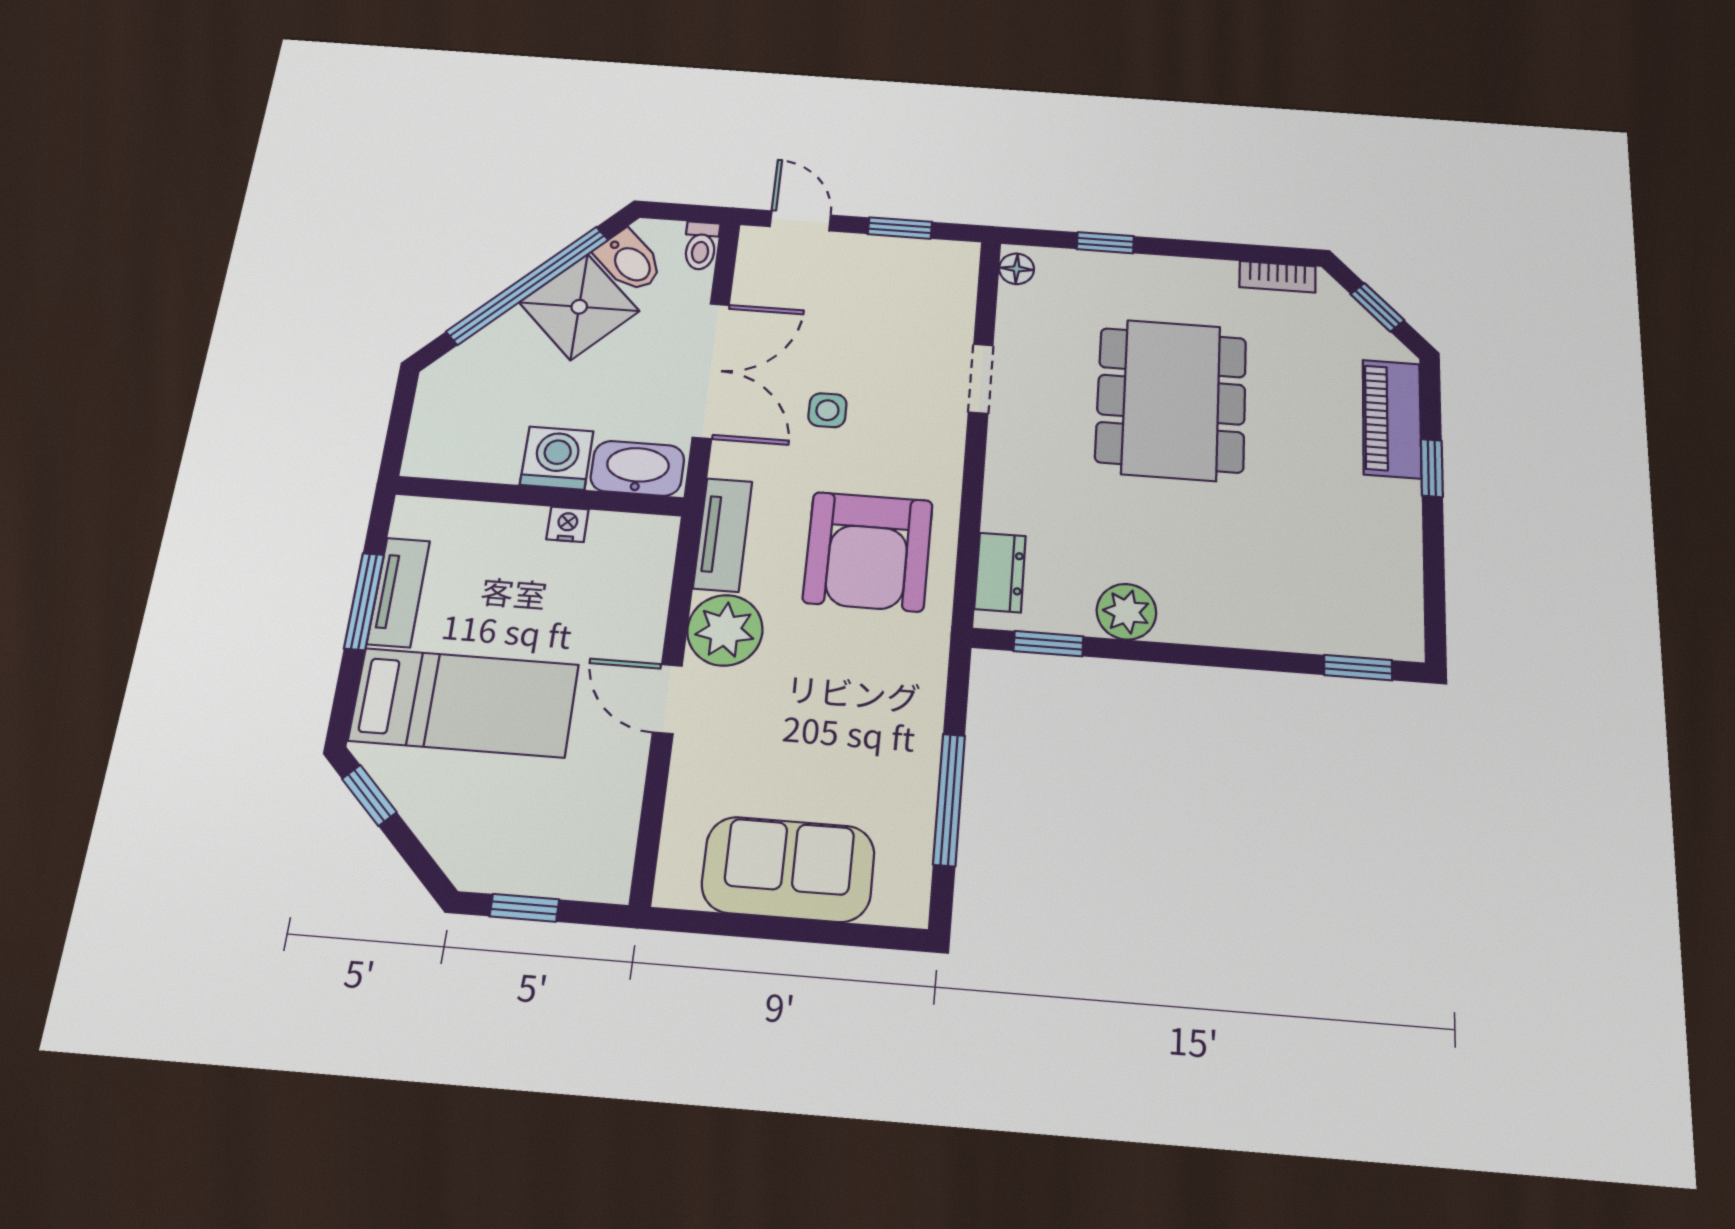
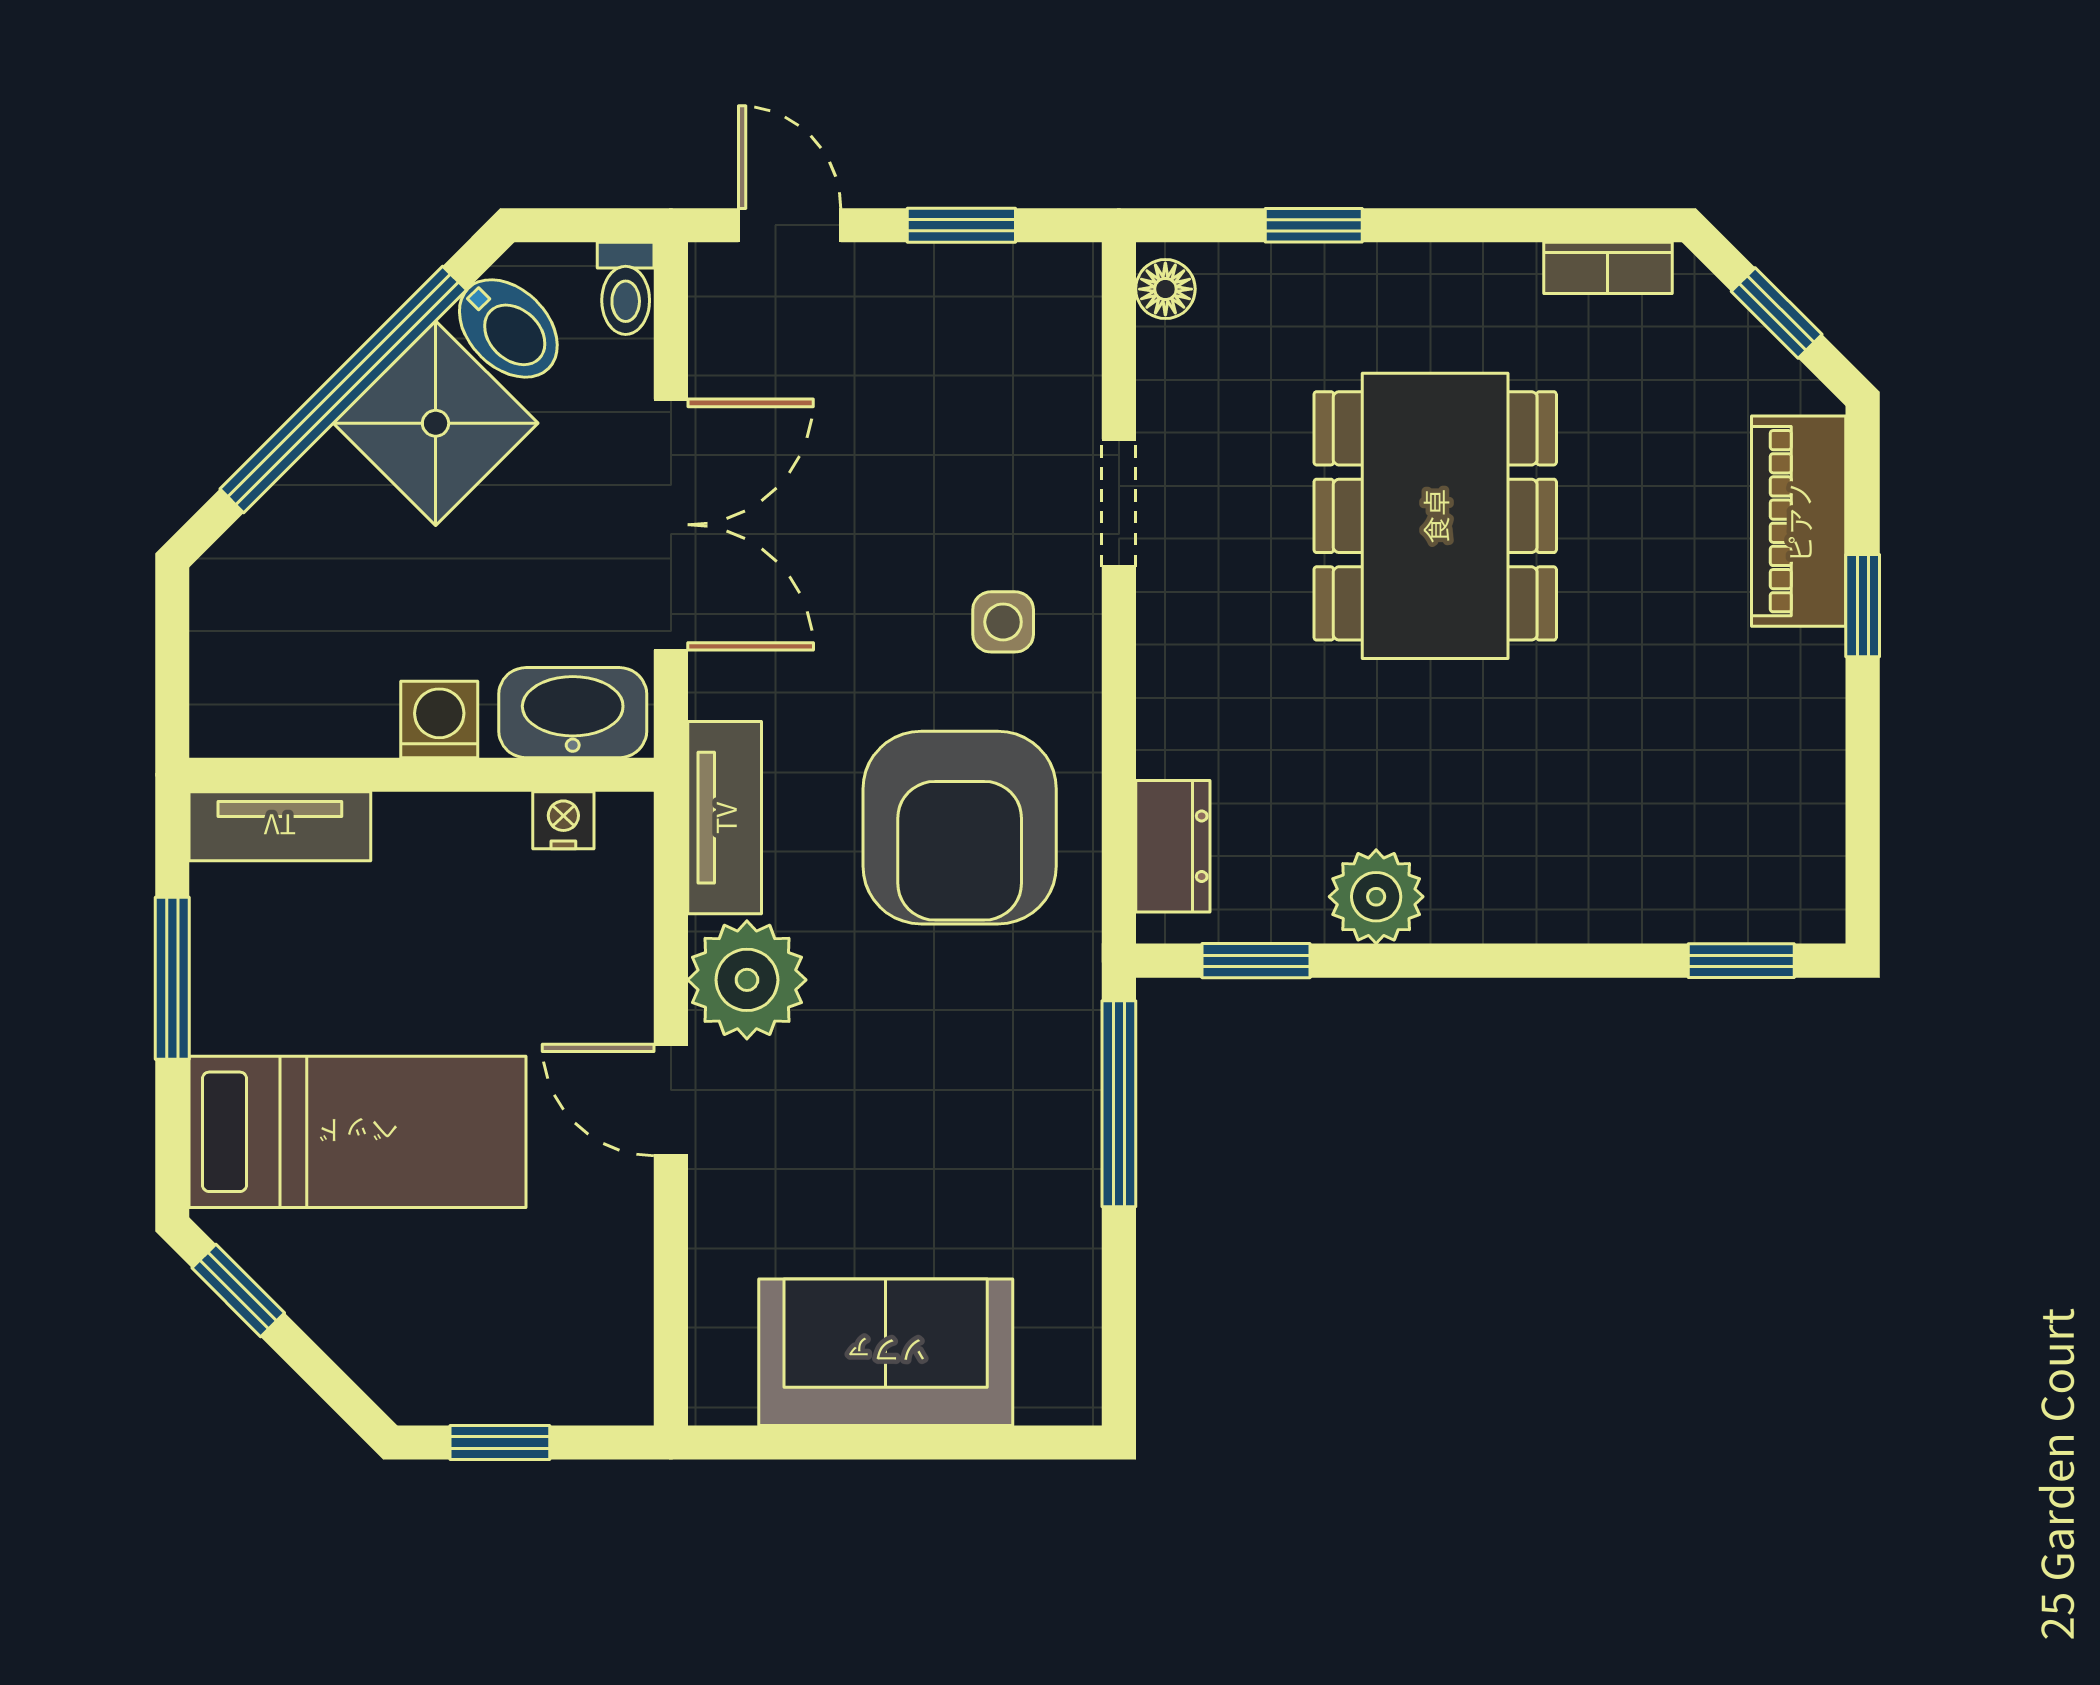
side table: (827, 410) -> (1003, 622), moved
washing machine: (557, 458) -> (439, 719), width x0.73, depth x0.73
nightstand: (567, 524) -> (563, 820), moved
tv unit: (398, 592) -> (280, 826), moved, turned 90
window: (949, 799) -> (1119, 1104), moved

